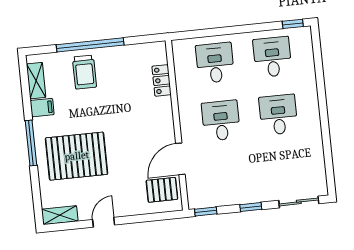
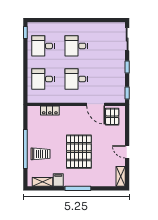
pallet: (77, 156) -> (79, 152), moved

